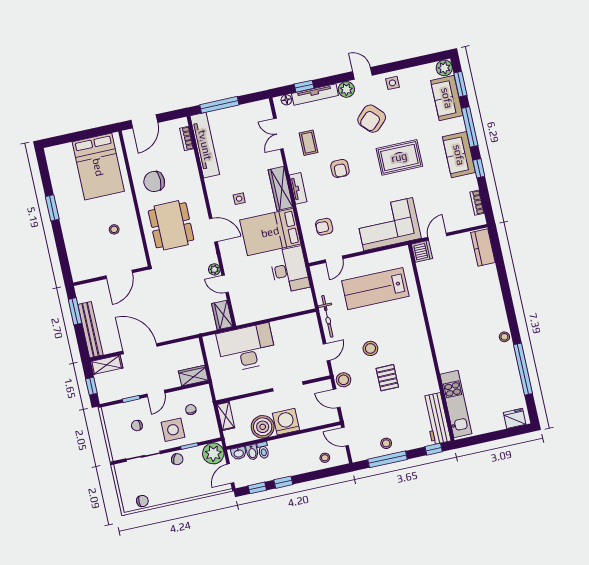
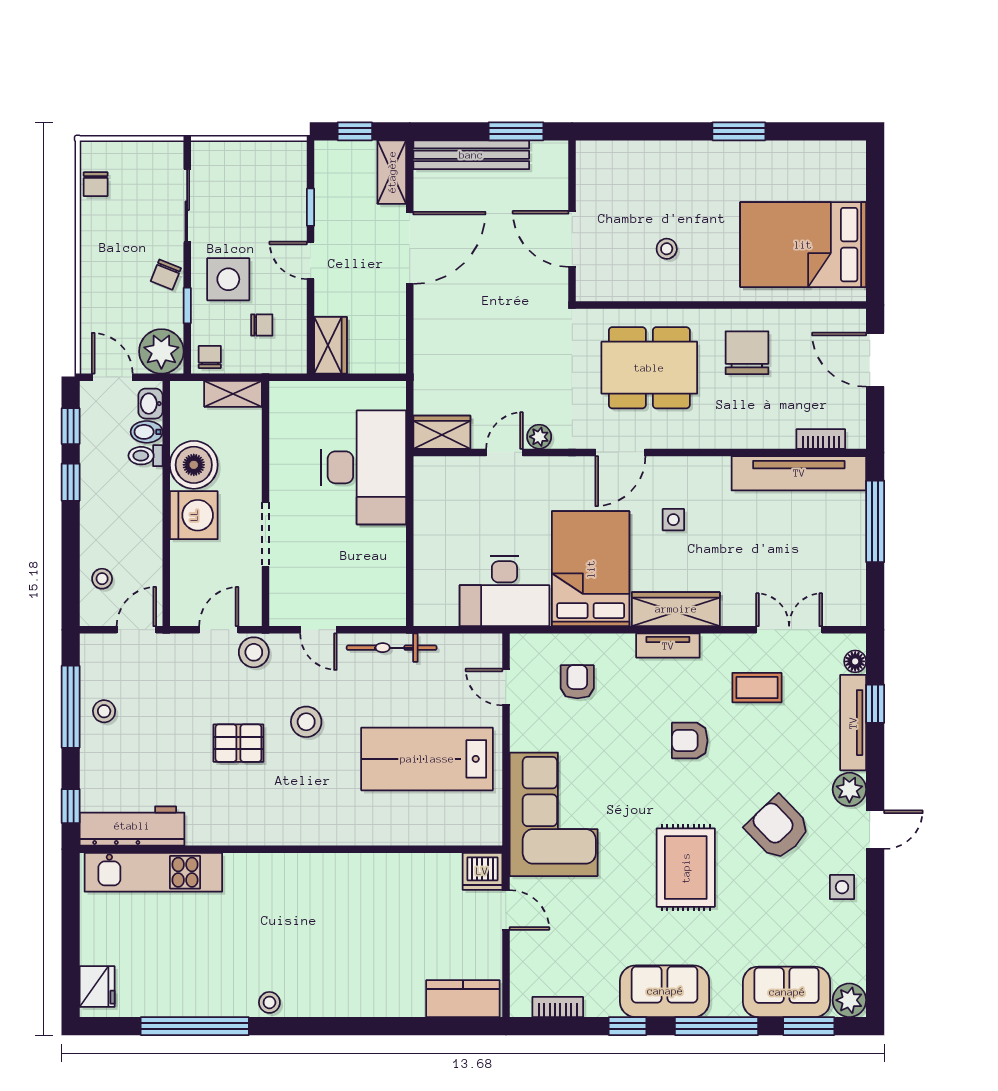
lab bench: (375, 289) -> (427, 759), turned -90
chair: (137, 426) -> (210, 357), moved

